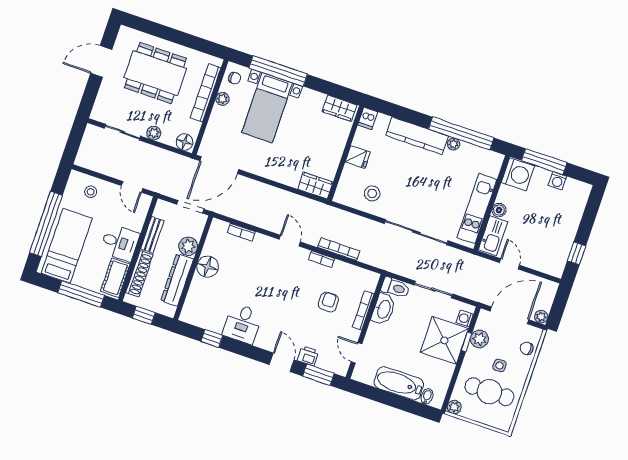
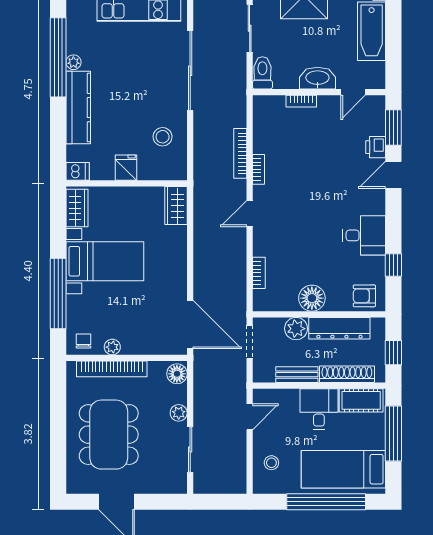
bed with nightstands: (267, 108) -> (105, 261), moved
armchair: (328, 302) -> (364, 296), moved
washbasin: (383, 309) -> (317, 78), moved
bookcase: (363, 310) -> (301, 101), width x0.64

